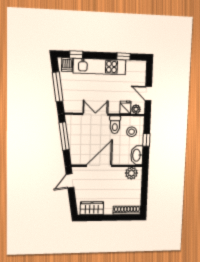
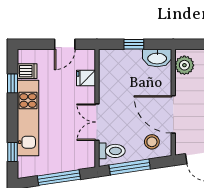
dishwasher: (67, 65) -> (27, 71), moved
plant: (136, 109) -> (88, 62), removed
toilet: (115, 125) -> (112, 151), moved
stool: (132, 132) -> (152, 142), moved

